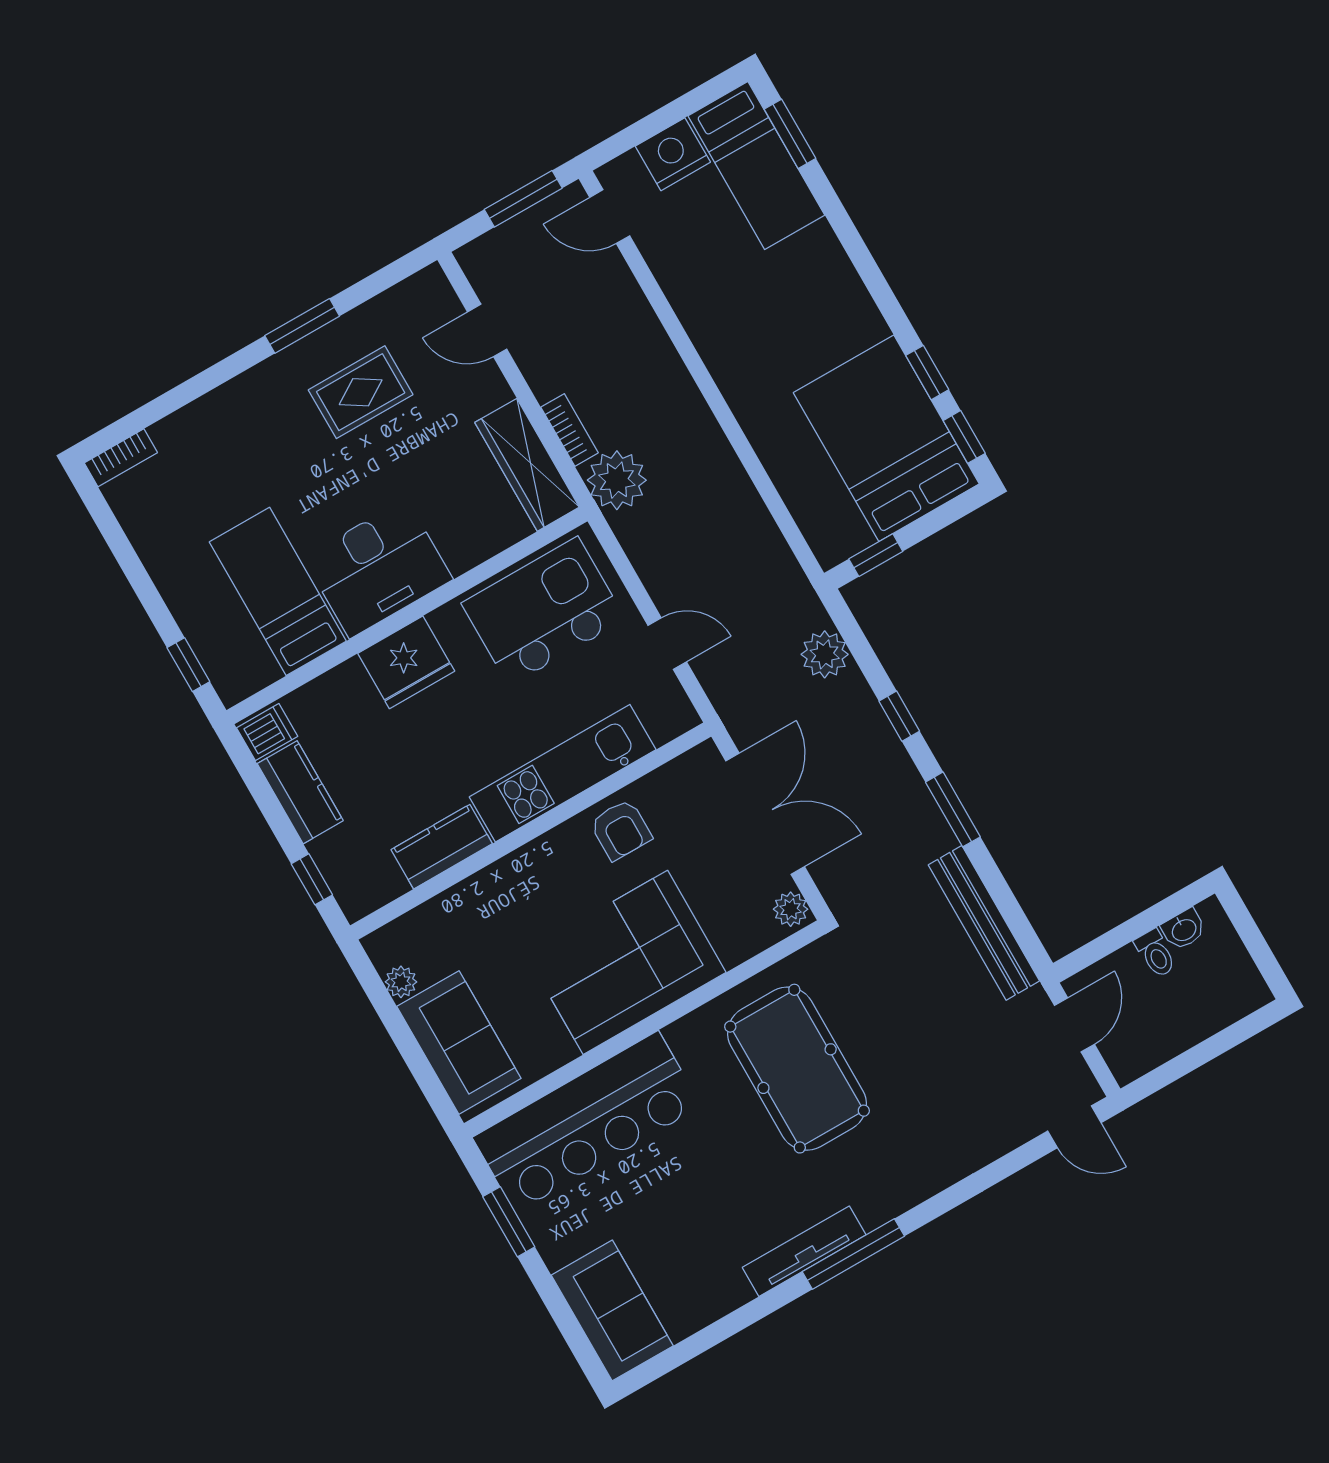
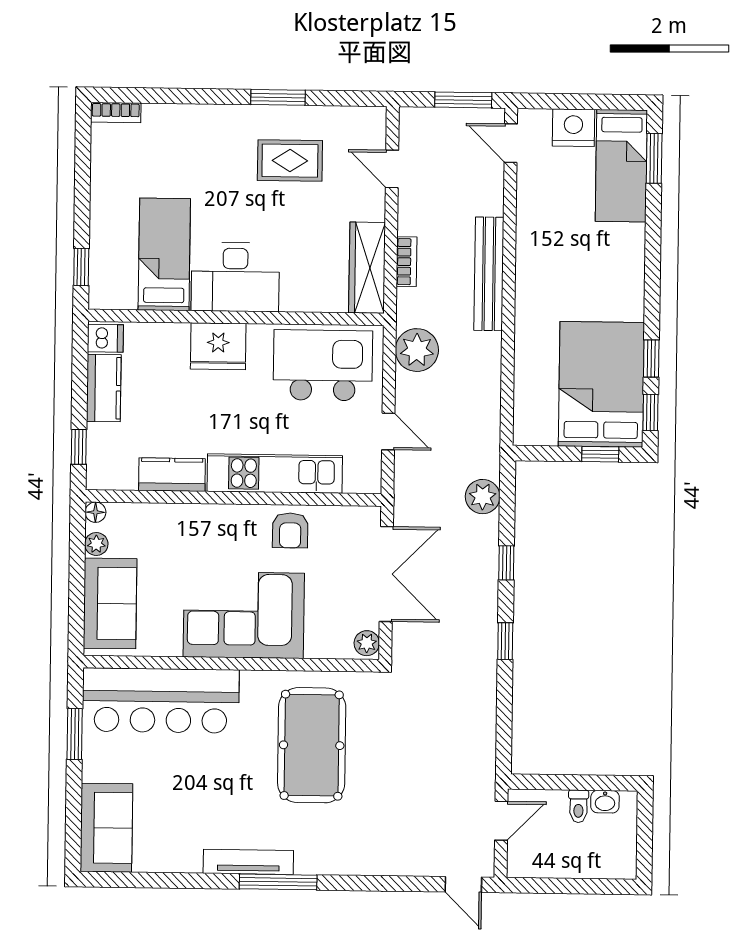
plant: (617, 480) -> (417, 350), moved
window: (876, 555) -> (600, 454), moved
window: (953, 809) -> (505, 641), width x0.67
bench: (984, 923) -> (489, 274), moved
floor lamp: (378, 945) -> (95, 512), added

